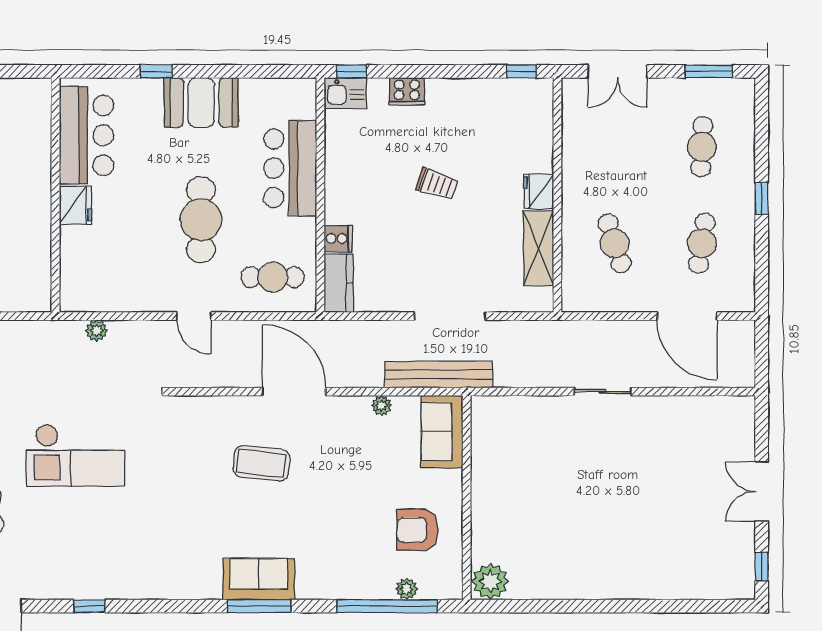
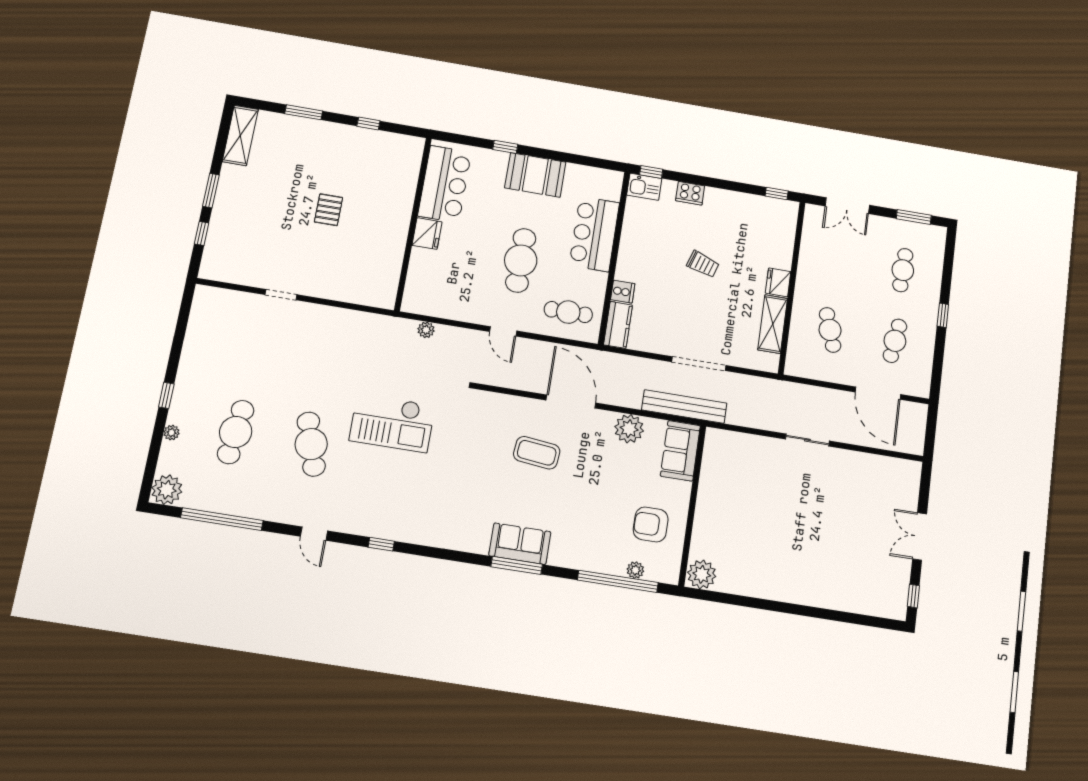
plant: (382, 405) -> (629, 429), width x1.88, depth x1.88

